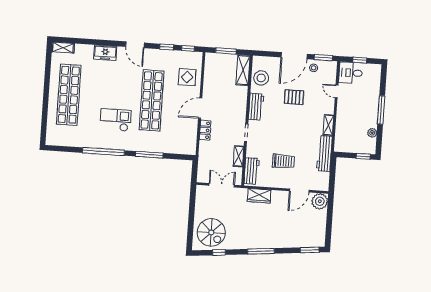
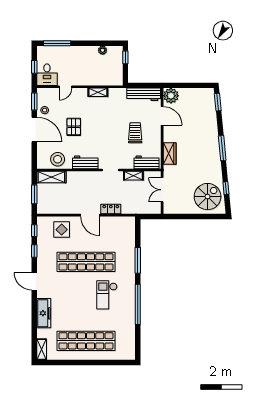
door: (135, 45) -> (34, 281), swing flipped
freezer: (105, 53) -> (44, 313), width x1.40
window: (381, 110) -> (57, 43), moved
workbench: (324, 154) -> (144, 94), moved

